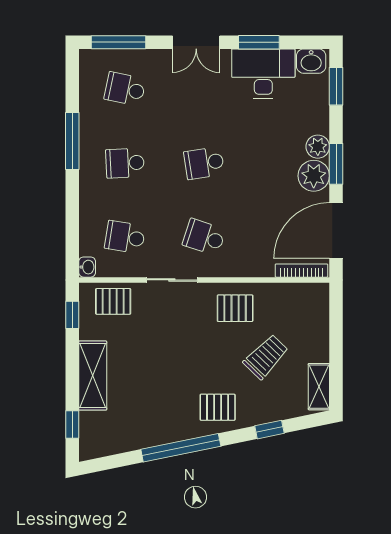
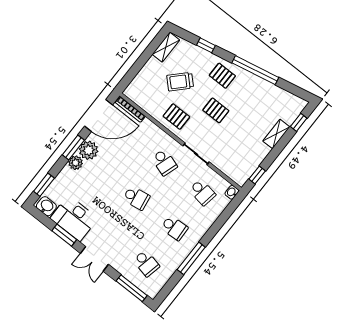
double door: (196, 42) -> (94, 259), swing flipped
pallet: (113, 301) -> (216, 110), moved
shelving: (93, 376) -> (276, 134), width x0.67, depth x0.75

